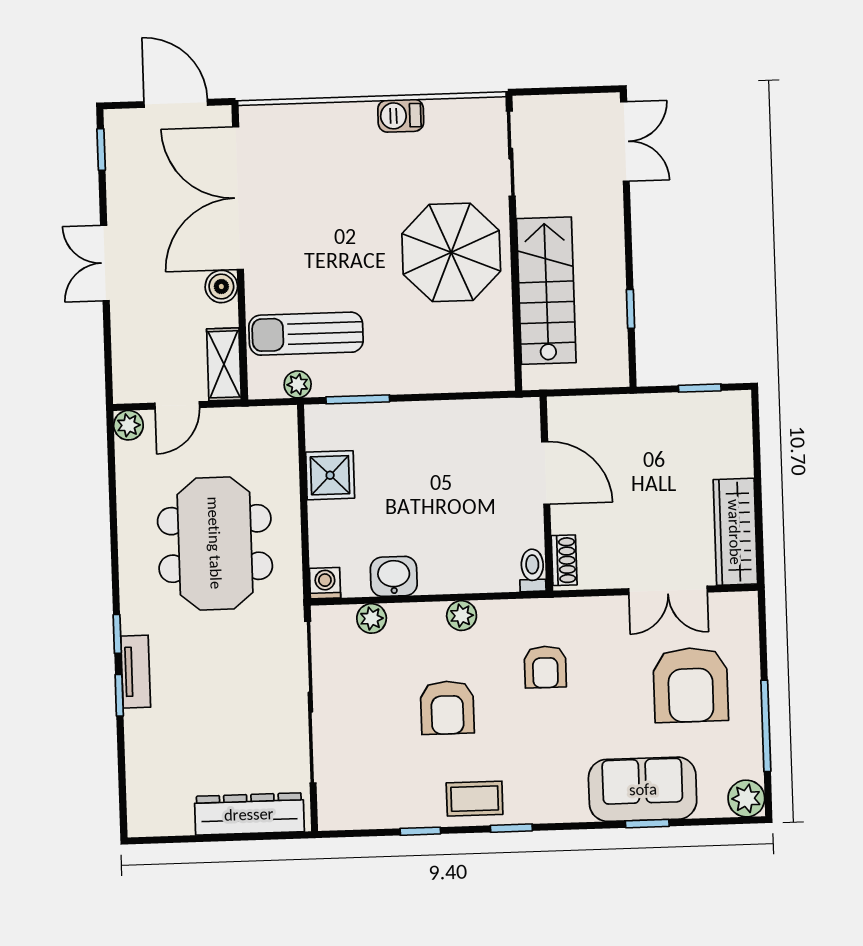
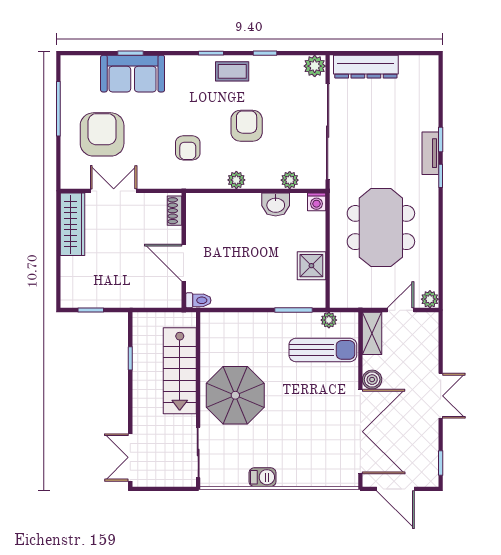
toilet: (532, 570) -> (198, 300), moved, turned -90
armchair: (545, 667) -> (188, 148), turned 180
plant: (746, 798) -> (315, 66), moved

